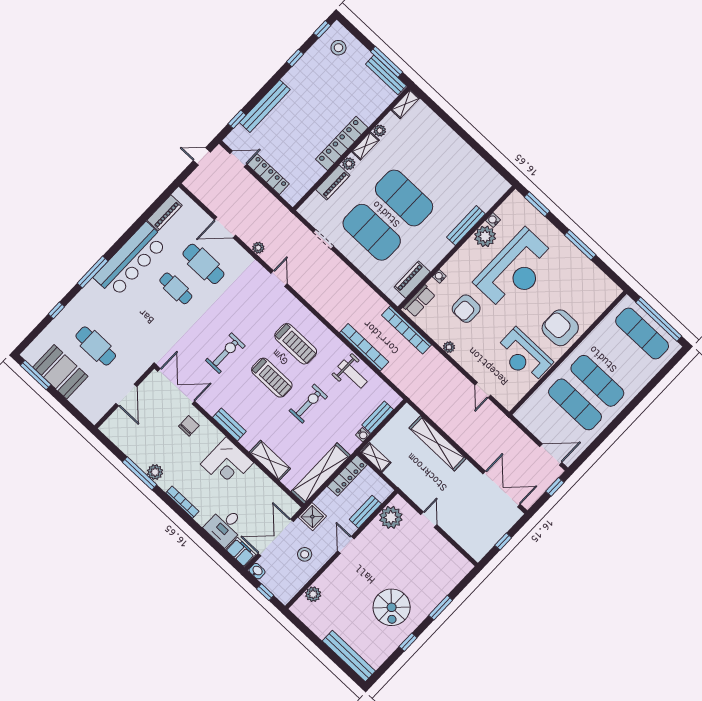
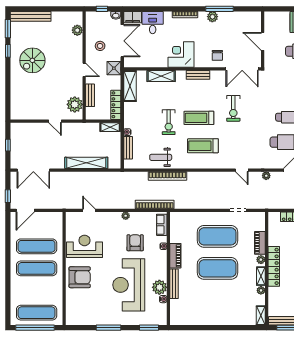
piano: (412, 280) -> (175, 256), moved
shelving: (321, 473) -> (130, 86), width x0.68
spiral stairs: (392, 607) -> (32, 60), turned -90
window: (441, 608) -> (8, 29), moved

